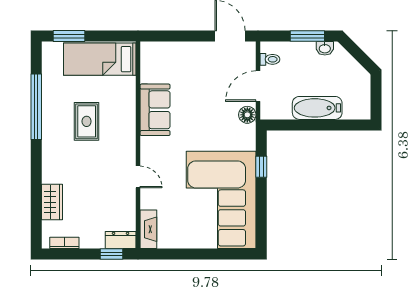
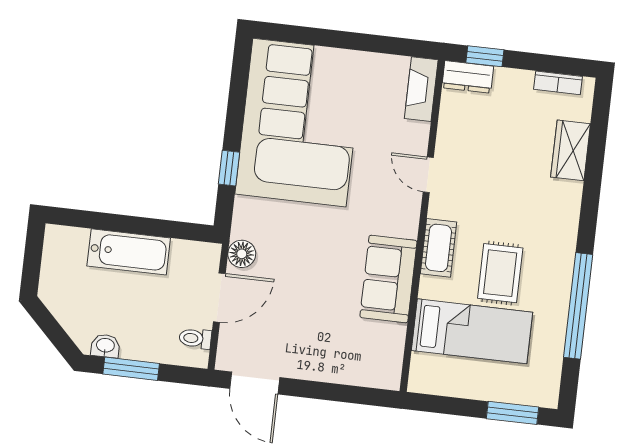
bed: (100, 59) -> (472, 331), moved
cot: (126, 133) -> (438, 248), added

